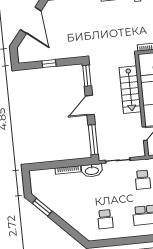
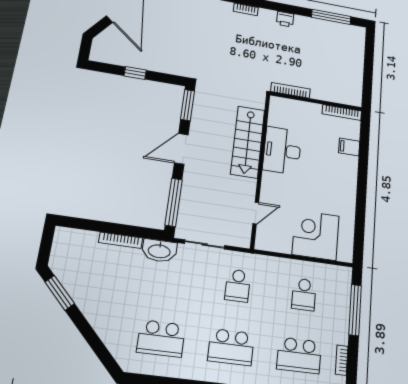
school desk: (105, 219) -> (161, 338), width x1.85

